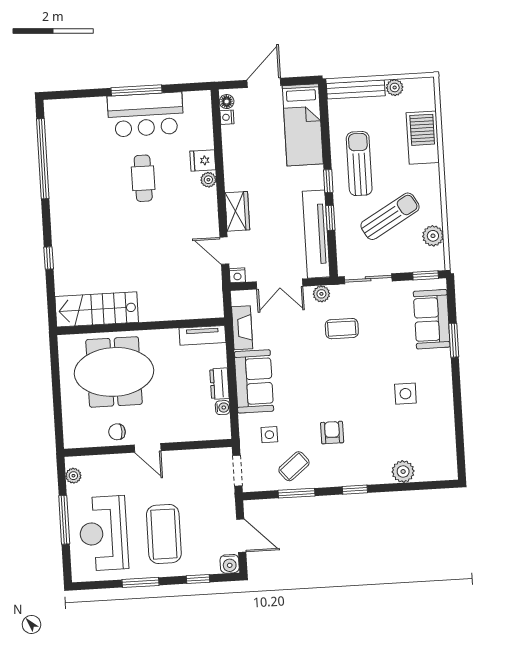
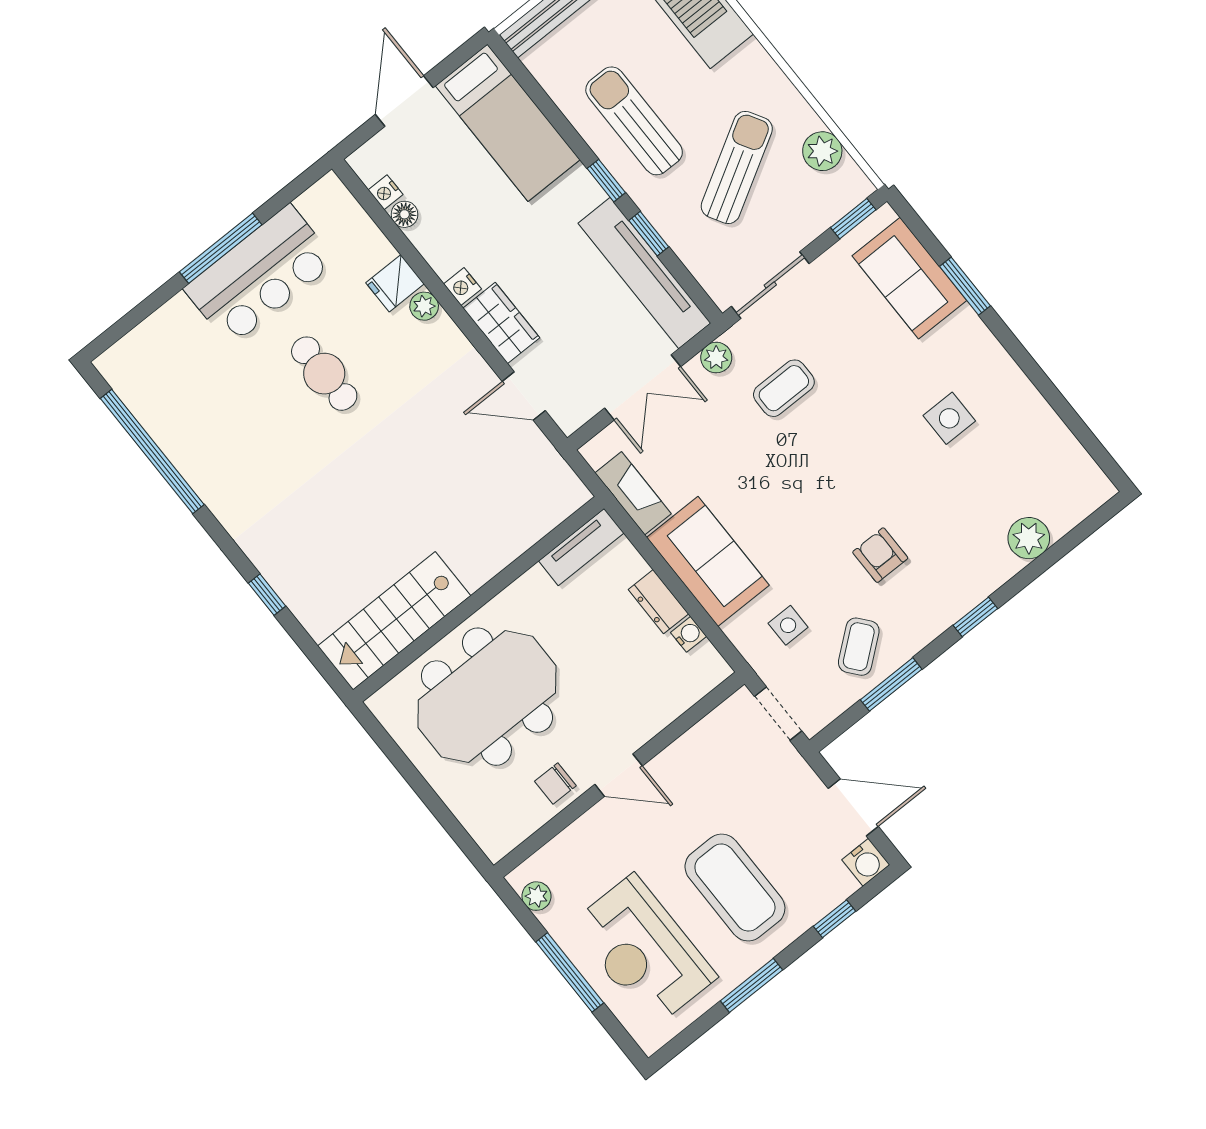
floor lamp: (227, 102) -> (405, 214), moved
nightstand: (237, 275) -> (462, 286), moved, turned 90

